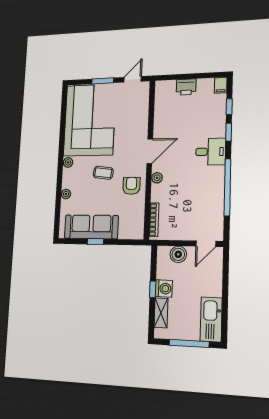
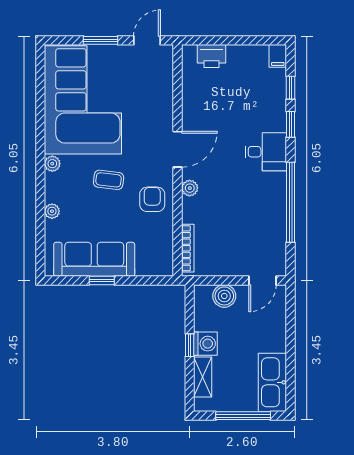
printer: (186, 87) -> (212, 56), moved

